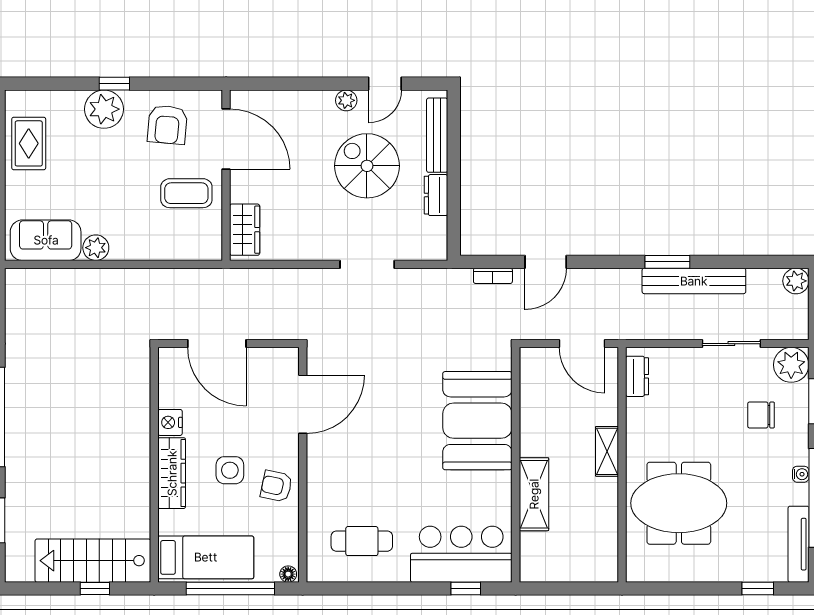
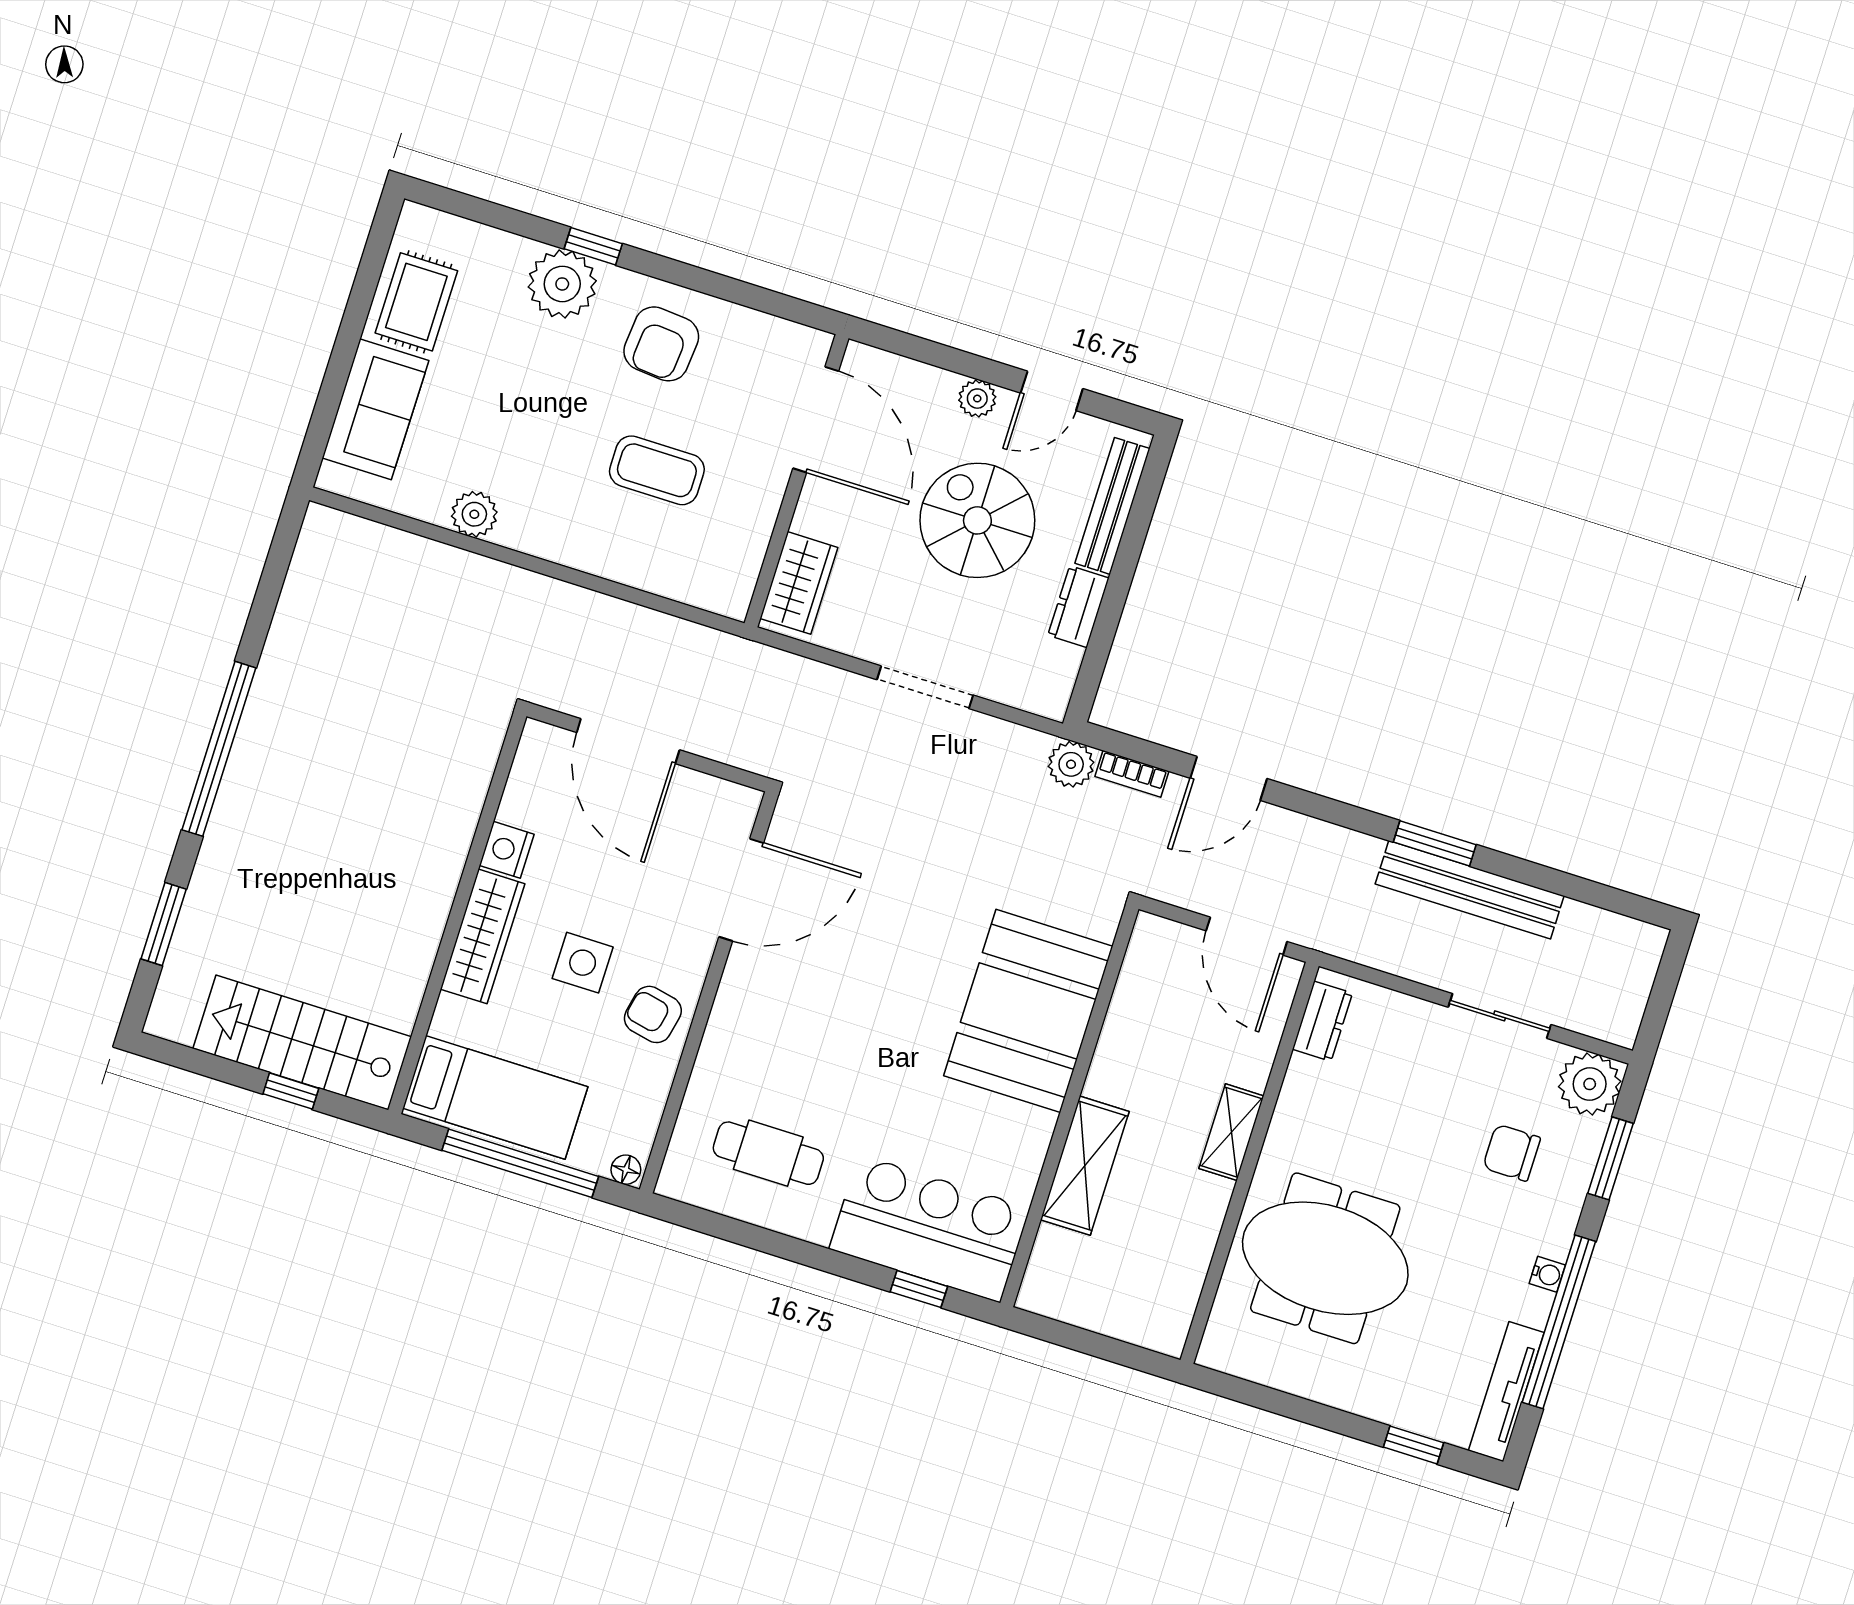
door: (226, 139) -> (816, 420), moved
wall: (226, 175) -> (796, 481), moved
wardrobe: (245, 230) -> (799, 583), moved
sofa: (46, 240) -> (375, 409), moved, turned 90
plant: (796, 281) -> (1071, 764), moved

